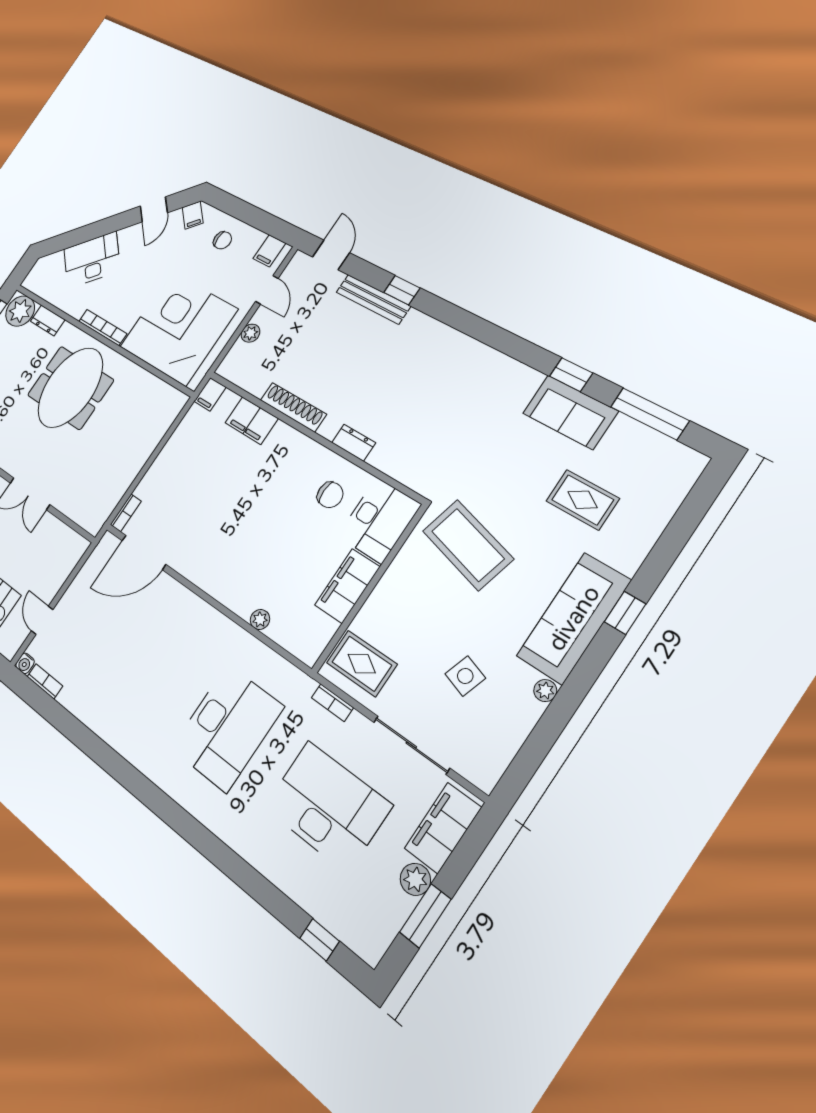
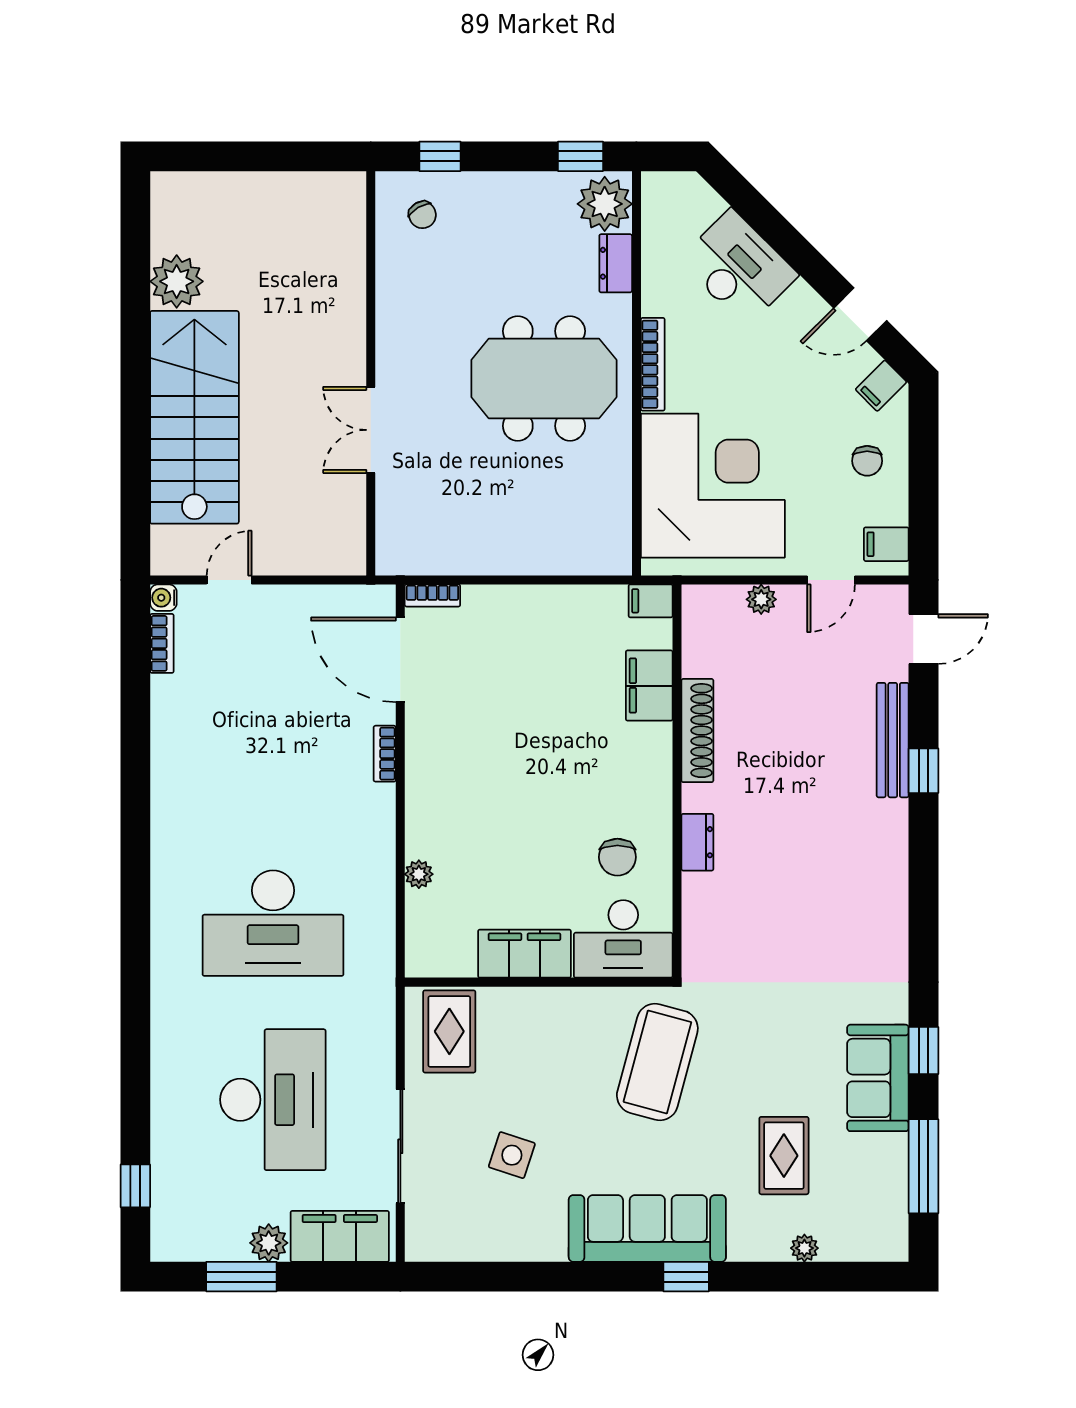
plant: (545, 691) -> (804, 1248), moved
bookcase: (332, 703) -> (385, 754), moved

